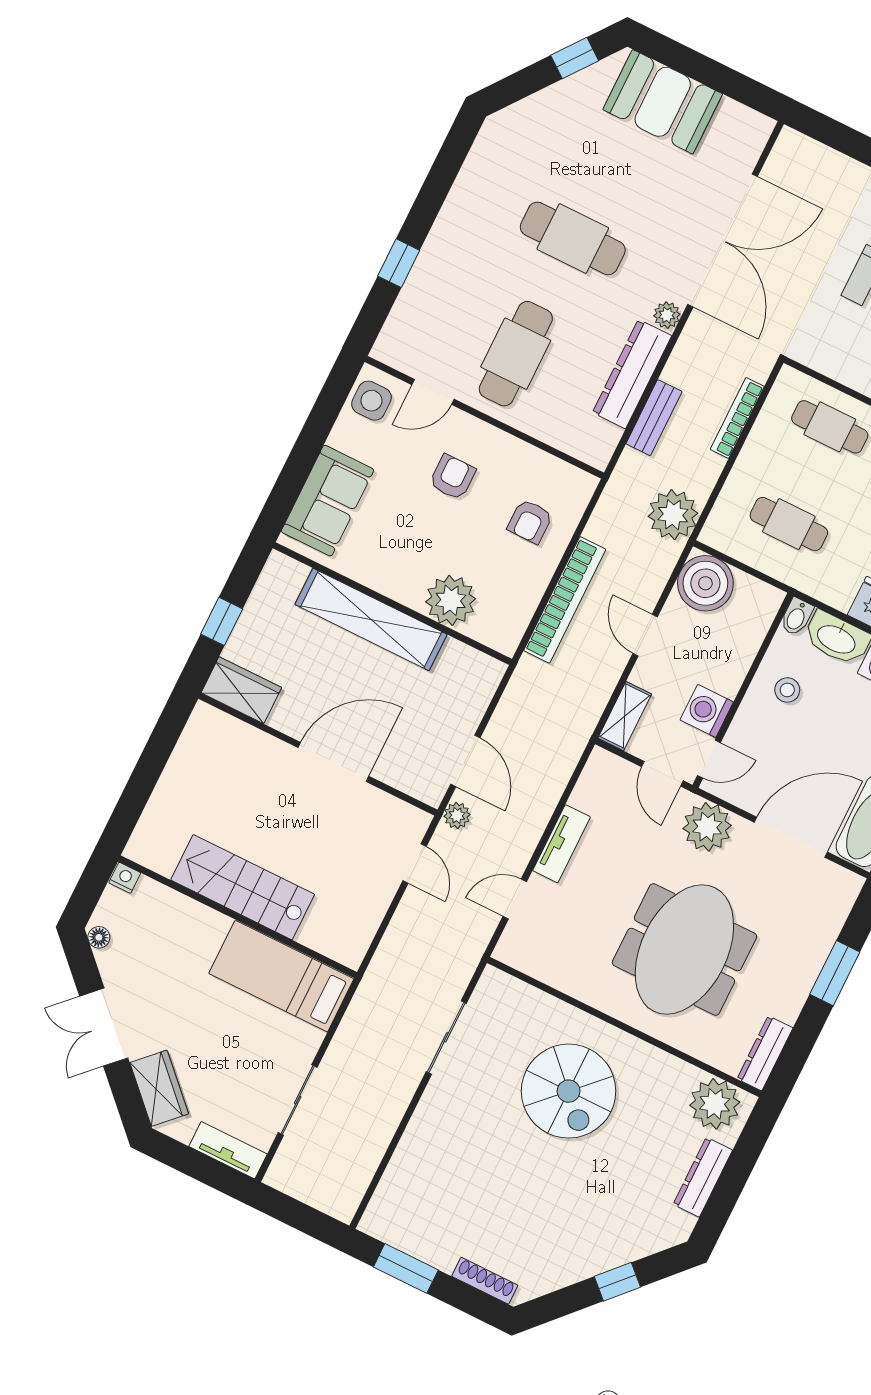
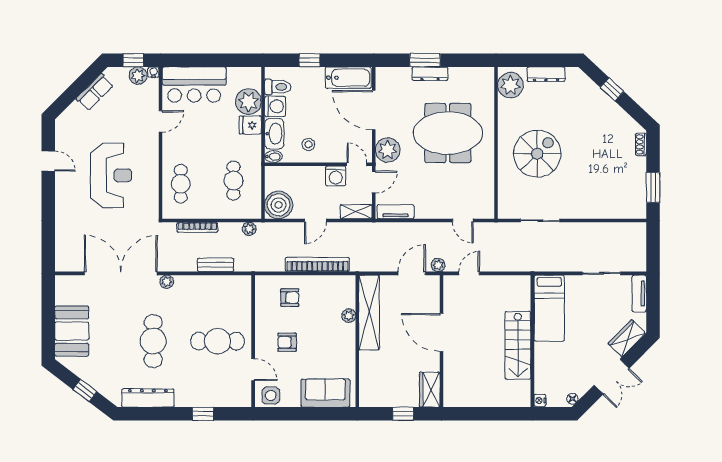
window: (575, 58) -> (85, 390), moved
dresser: (632, 374) -> (148, 398), moved, turned 180
plant: (673, 515) -> (249, 229), width x0.53, depth x0.53
plant: (451, 600) -> (349, 316), width x0.53, depth x0.53
shelving: (371, 619) -> (369, 313), moved
tv unit: (561, 844) -> (396, 212), moved
dresser: (765, 1053) -> (430, 74), moved
shoe rack: (485, 1281) -> (641, 144), width x0.70

